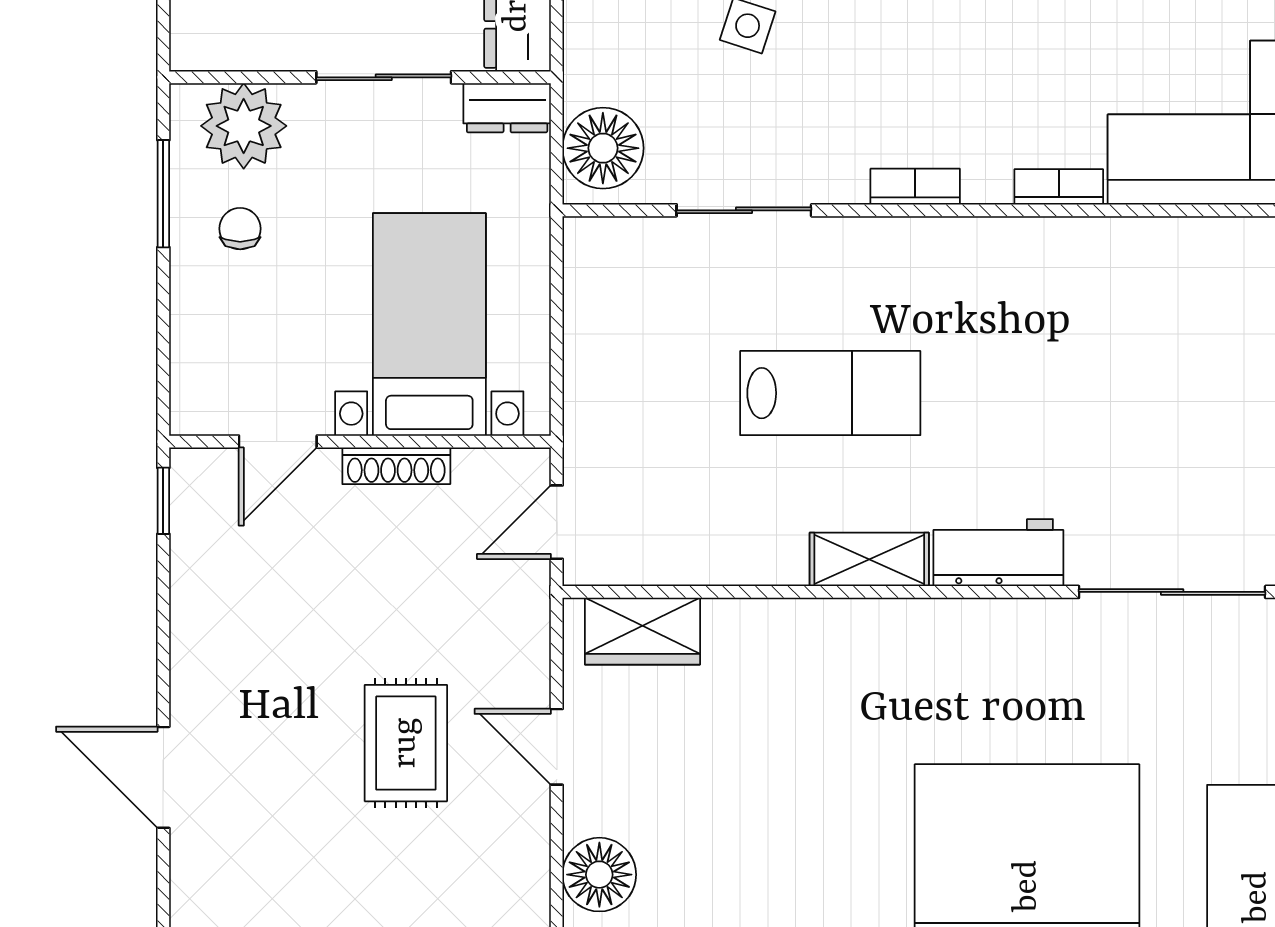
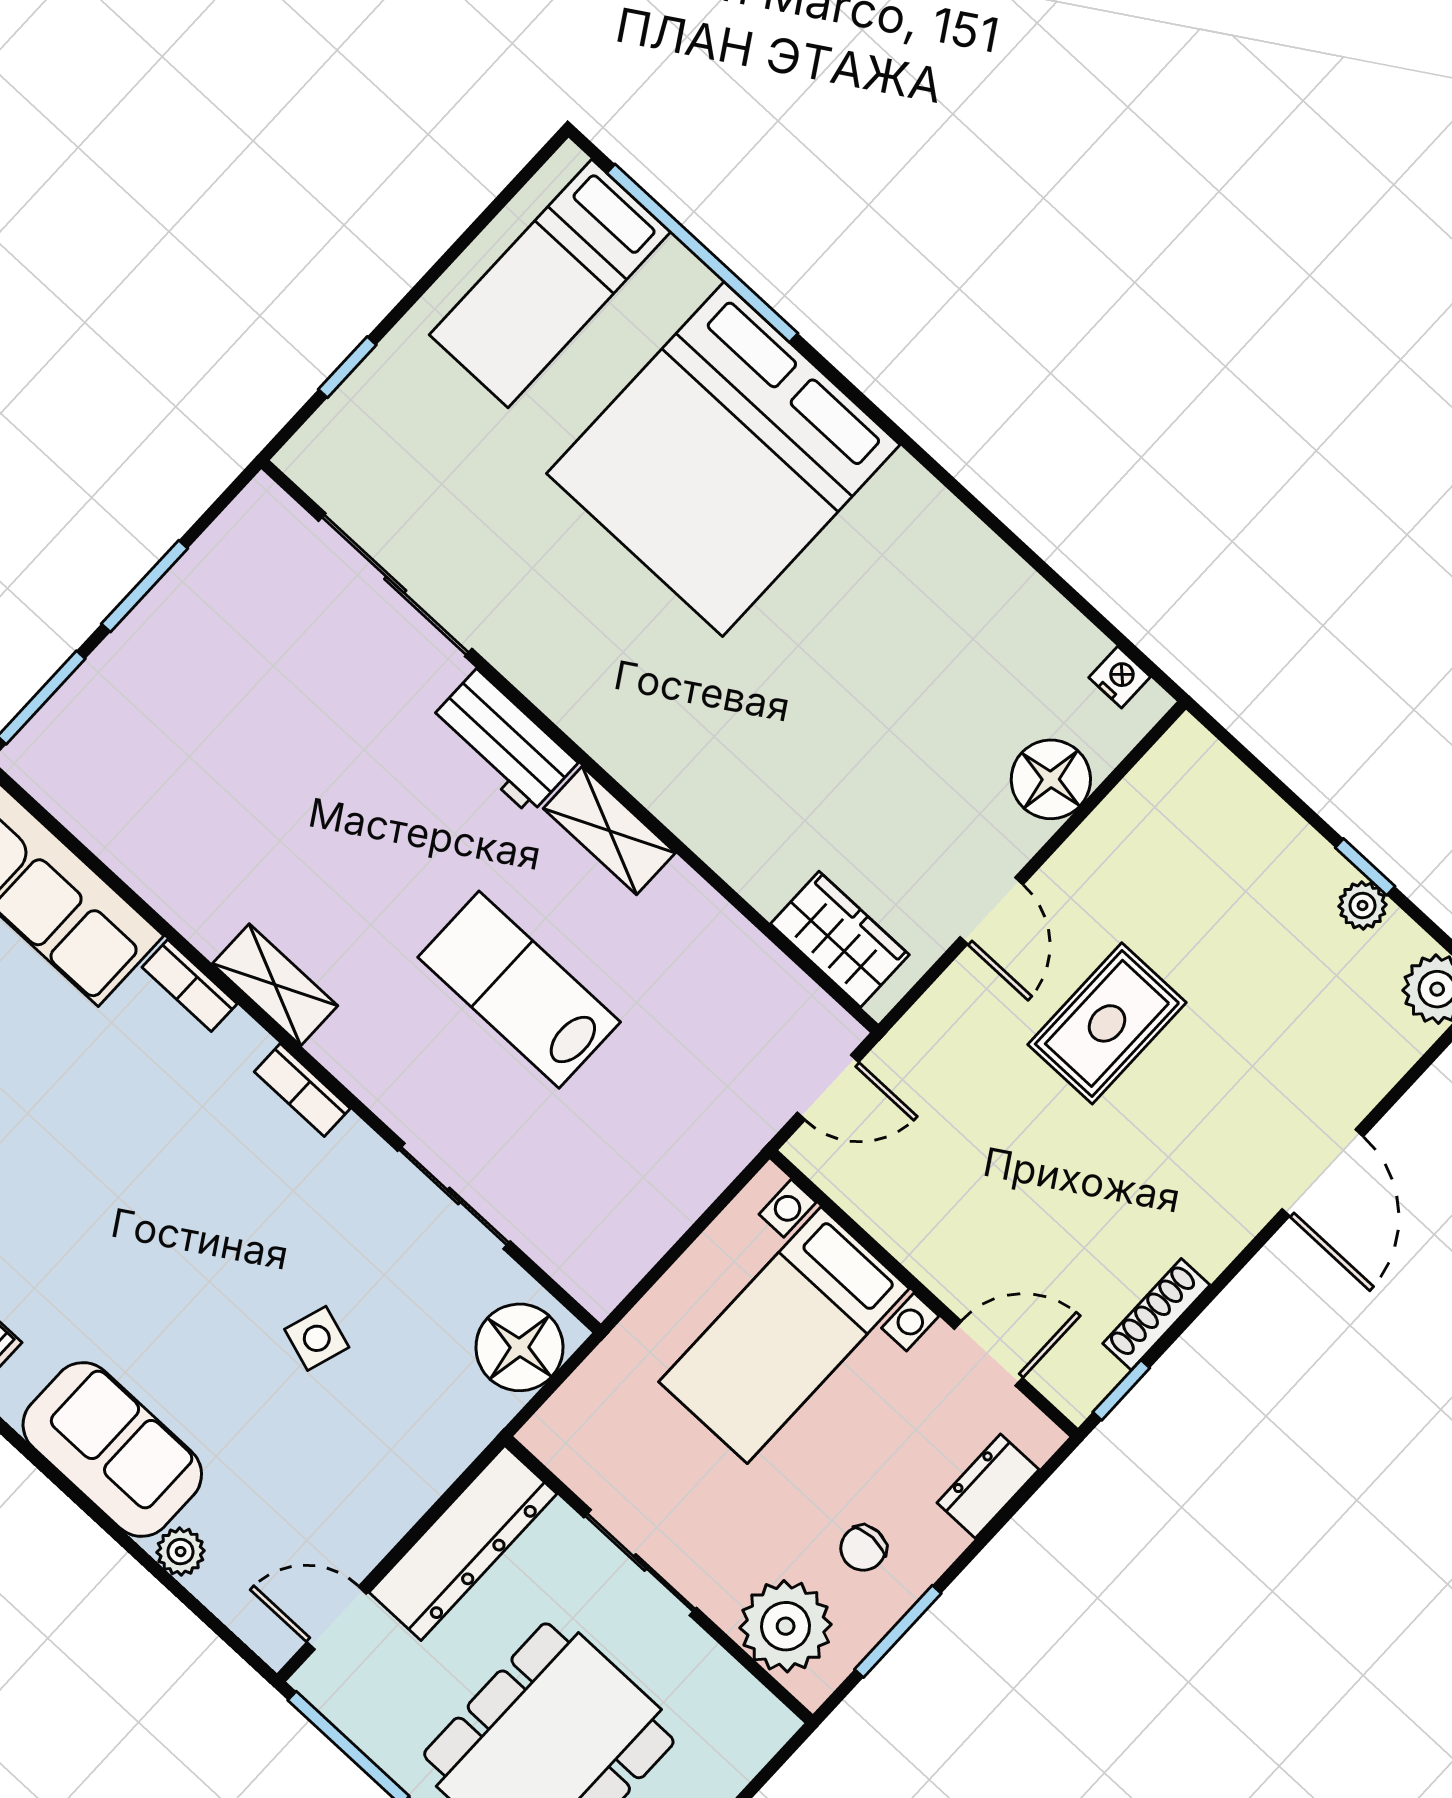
dresser: (507, 108) -> (988, 1486), moved, turned -90
shelving: (1001, 242) -> (275, 985), added
shoe rack: (396, 466) -> (1156, 1314), moved, turned -90

